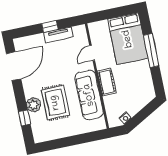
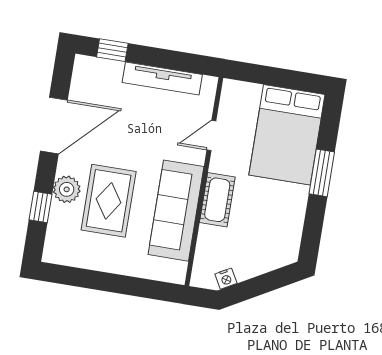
window: (50, 26) -> (112, 50), moved
tv unit: (58, 35) -> (162, 78), width x1.41
window: (151, 50) -> (322, 173), width x0.69
door: (14, 66) -> (54, 125), moved

